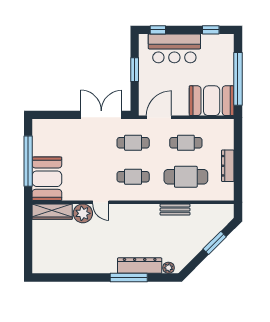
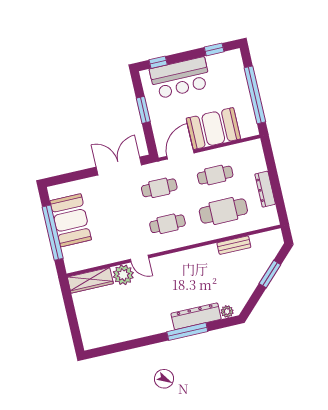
booth: (212, 101) -> (213, 129), moved
booth: (47, 179) -> (71, 220), moved
bench: (175, 210) -> (234, 245), moved

